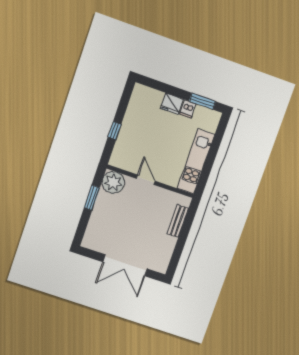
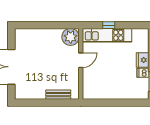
kitchen unit: (196, 161) -> (107, 35), moved, turned 180
window: (92, 198) -> (54, 25), removed

